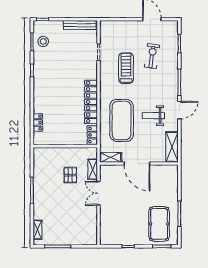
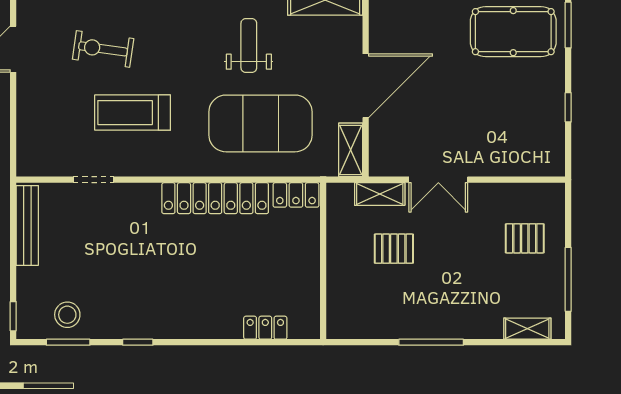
weight bench: (153, 116) -> (249, 46), turned 180
pallet: (74, 229) -> (525, 238), added

